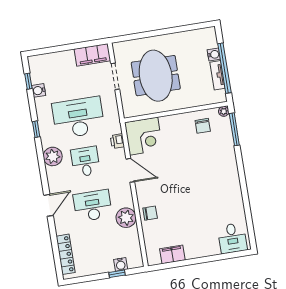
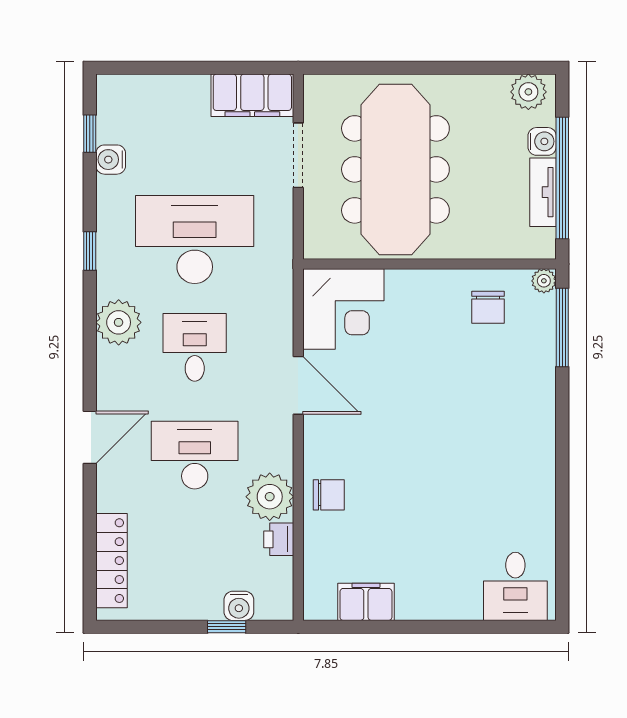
plant: (205, 35) -> (528, 92), added
meeting table: (156, 76) -> (395, 169), width x1.36
printer: (117, 141) -> (279, 539), moved

